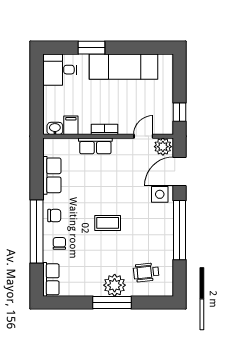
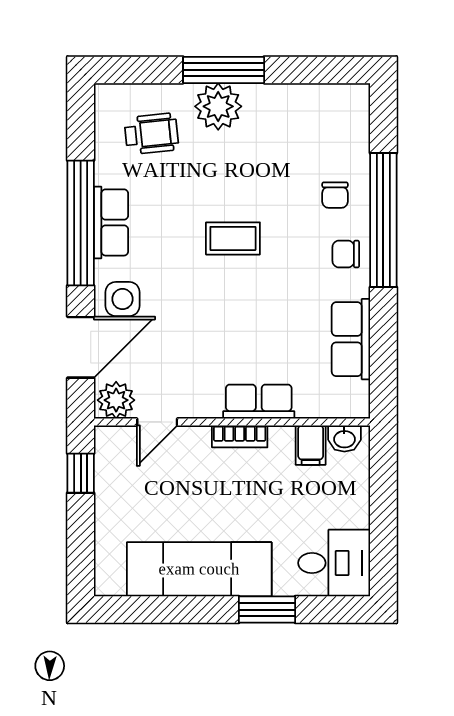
row of seats: (51, 279) -> (111, 222), moved, turned 180

